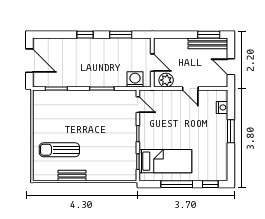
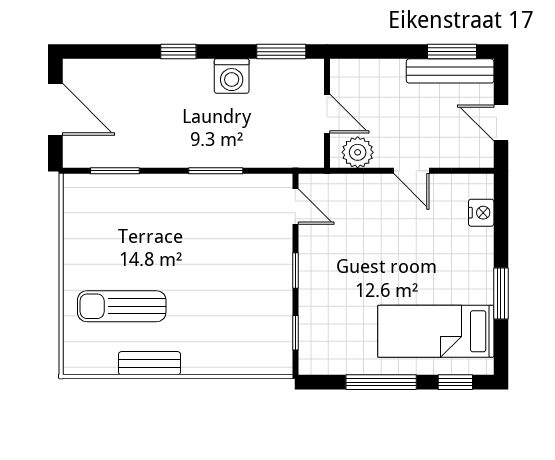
window: (121, 35) -> (281, 52), moved
washing machine: (135, 79) -> (232, 76), moved, turned 180
window: (231, 131) -> (501, 294), moved
bed: (165, 161) -> (436, 331), moved, turned 180

